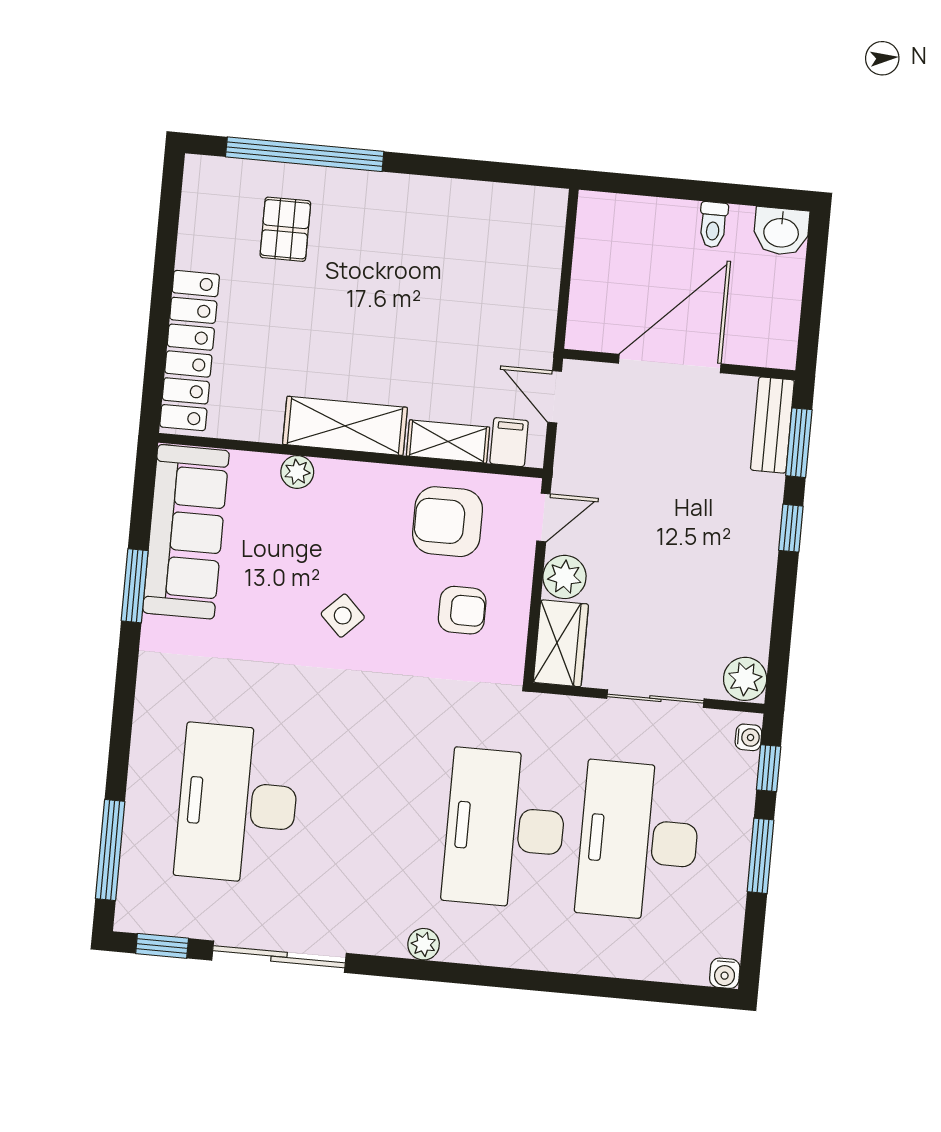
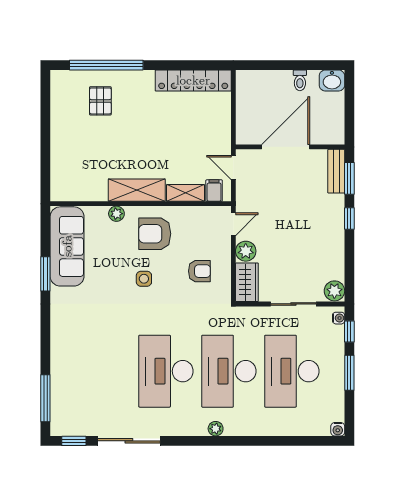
locker: (190, 351) -> (193, 80), moved, turned 90
armchair: (448, 522) -> (155, 234), moved
side table: (343, 616) -> (144, 279), turned 45
desk: (238, 804) -> (166, 371), moved
plant: (424, 944) -> (216, 429), moved

